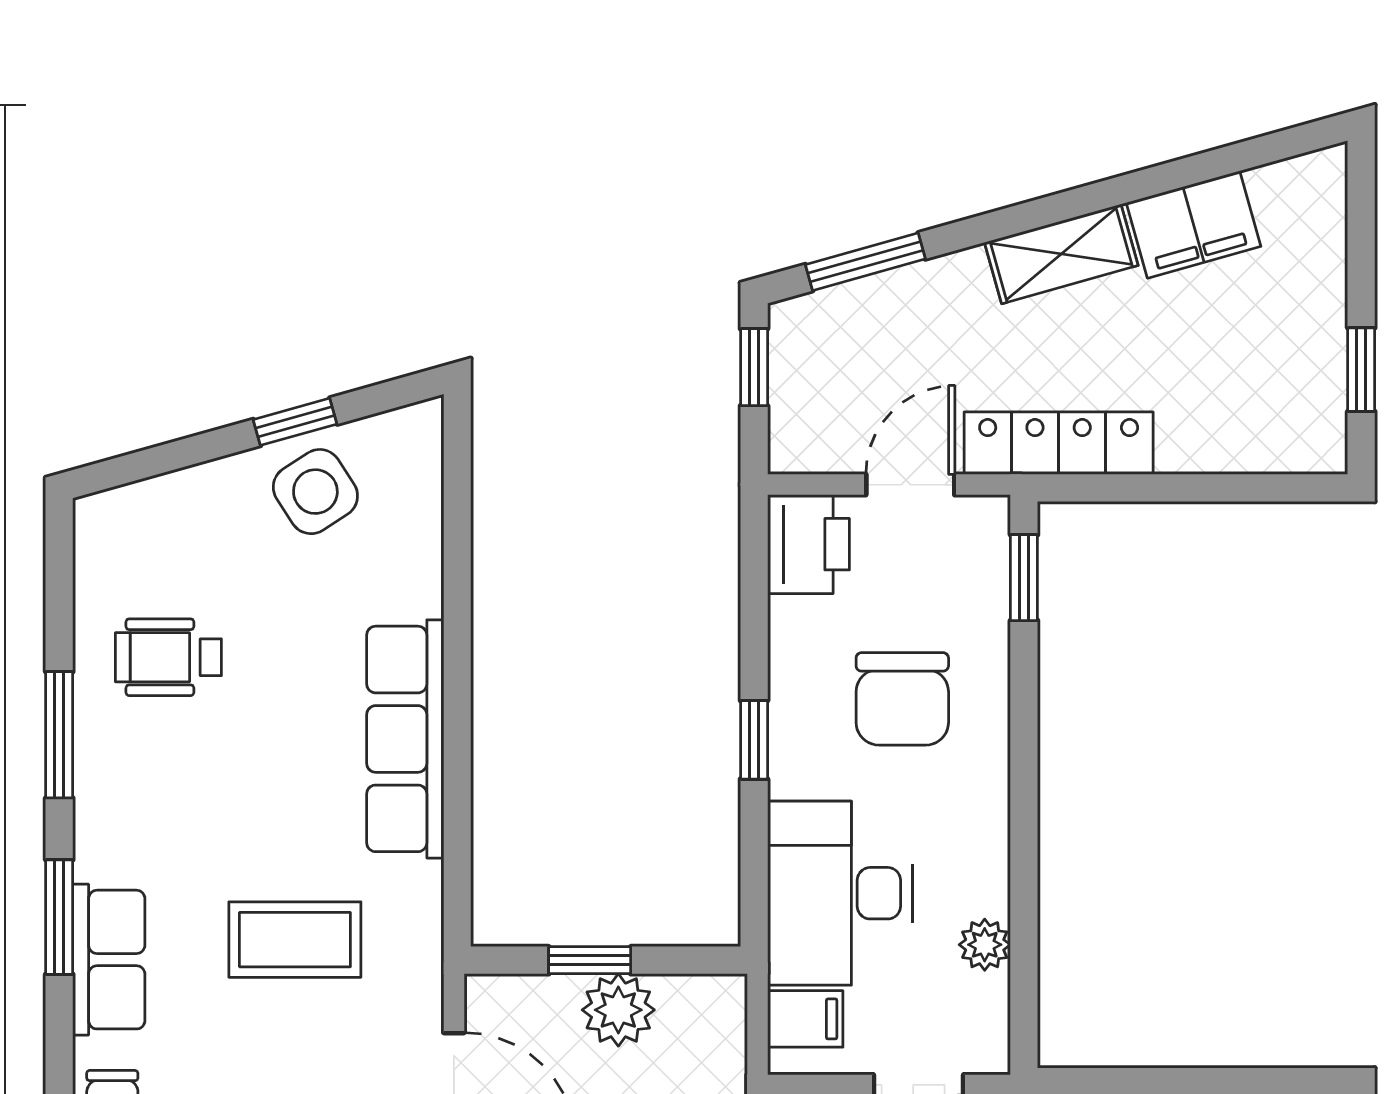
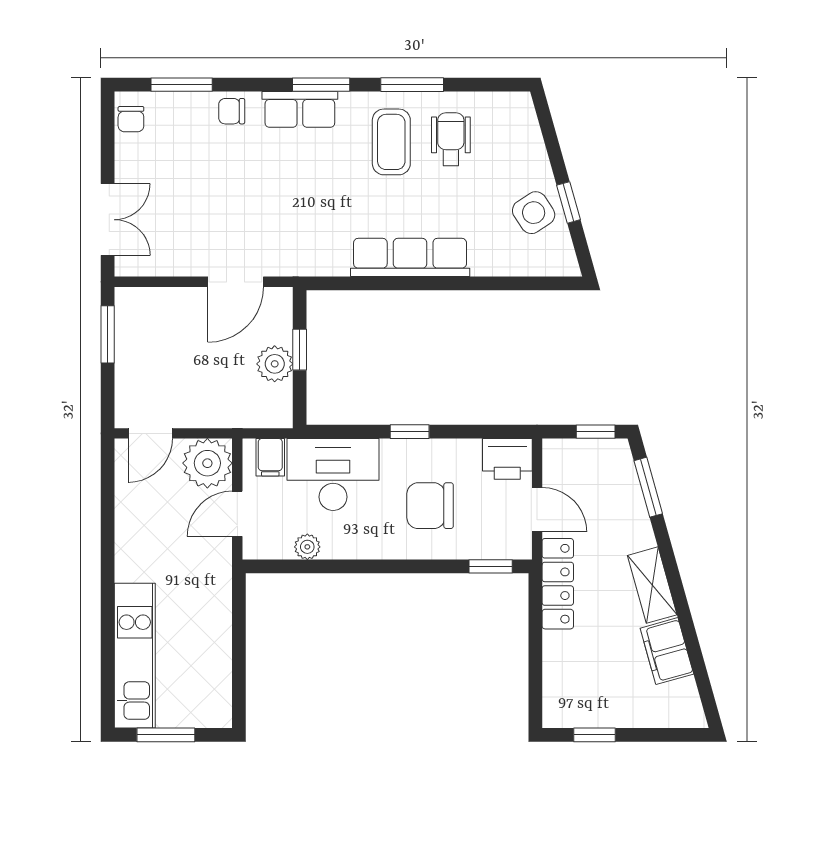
coffee table: (295, 940) -> (391, 142), moved

